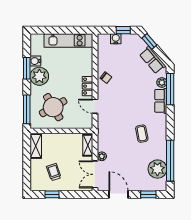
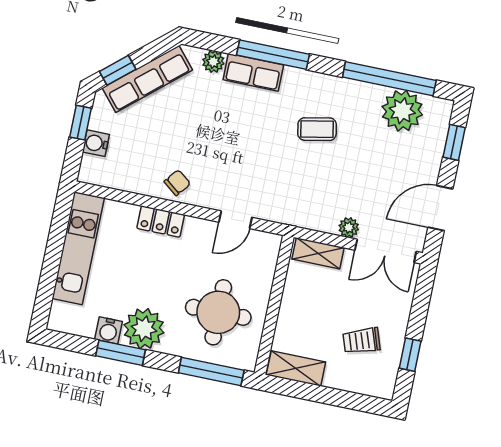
row of seats: (152, 60) -> (147, 79), width x1.48
locker: (87, 86) -> (161, 222), moved
window: (170, 89) -> (273, 55), moved
round table: (53, 107) -> (218, 312), turned 30

